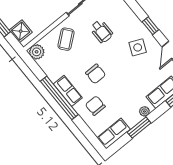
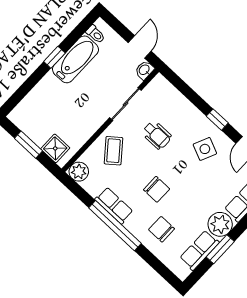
row of seats: (68, 91) -> (114, 206), moved
plant: (144, 111) -> (220, 224), width x1.88, depth x1.88
row of seats: (114, 134) -> (199, 250), moved

